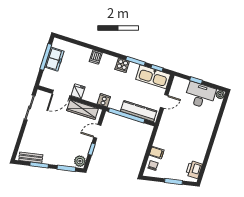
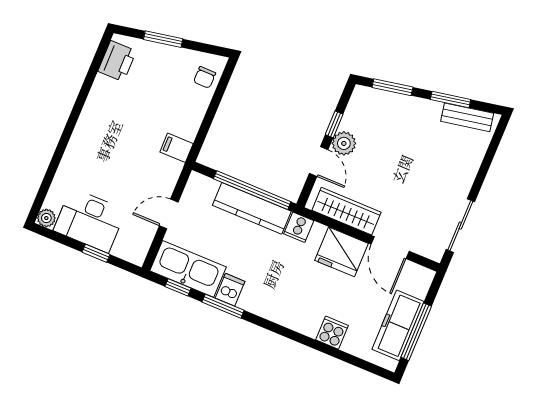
dishwasher: (96, 57) -> (230, 290), moved
freezer: (54, 59) -> (398, 325), width x1.40
cooker: (122, 65) -> (332, 333), moved
fridge: (78, 91) -> (342, 252), width x1.88, depth x1.34
door: (61, 95) -> (390, 248), swing flipped
kitchen counter: (139, 111) -> (252, 208), moved
door: (97, 131) -> (319, 162), hinge flipped
filing cabinet: (157, 153) -> (177, 148), moved
plant: (80, 161) -> (344, 143), moved

